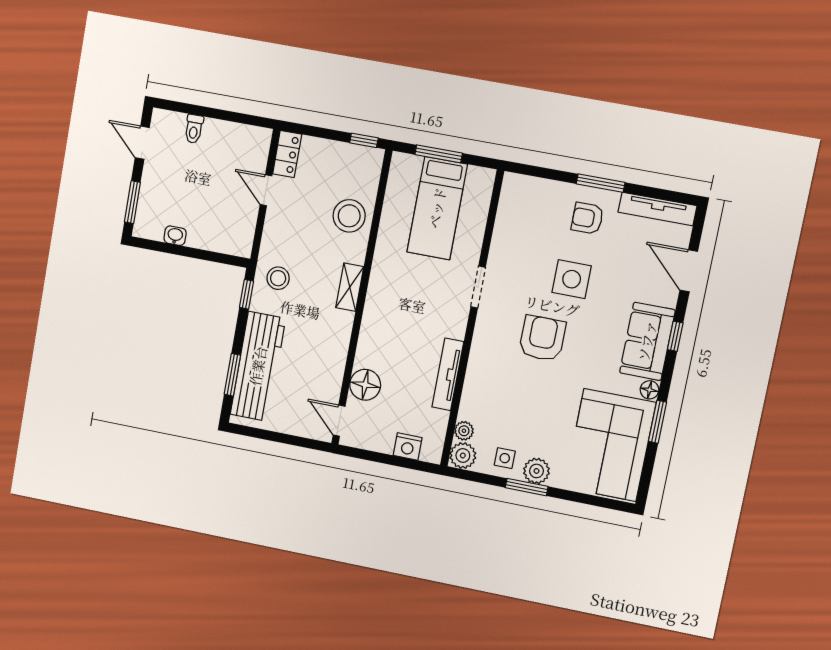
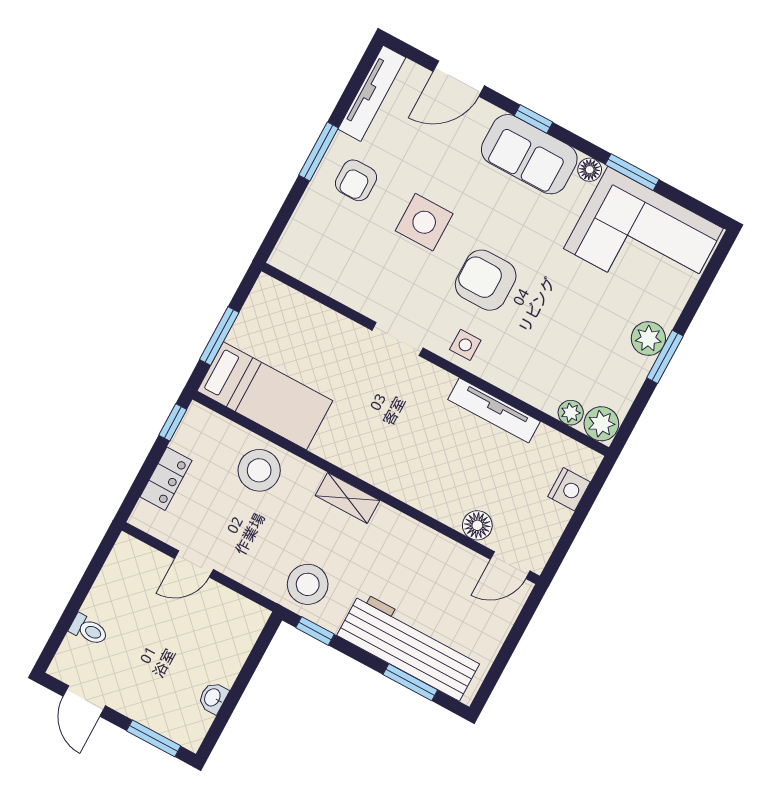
door: (142, 143) -> (84, 701), hinge flipped
locker: (287, 154) -> (166, 479), moved, turned 90
bed: (437, 208) -> (265, 396), moved
stool: (278, 278) -> (308, 584), width x1.38, depth x1.38
floor lamp: (365, 385) -> (477, 525), width x0.73, depth x0.73
side table: (505, 458) -> (465, 345), moved

